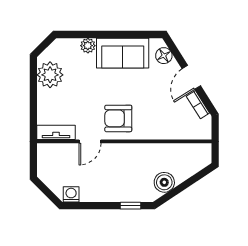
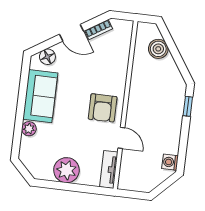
plant: (50, 75) -> (66, 170), moved
boiler: (164, 182) -> (158, 49), moved

